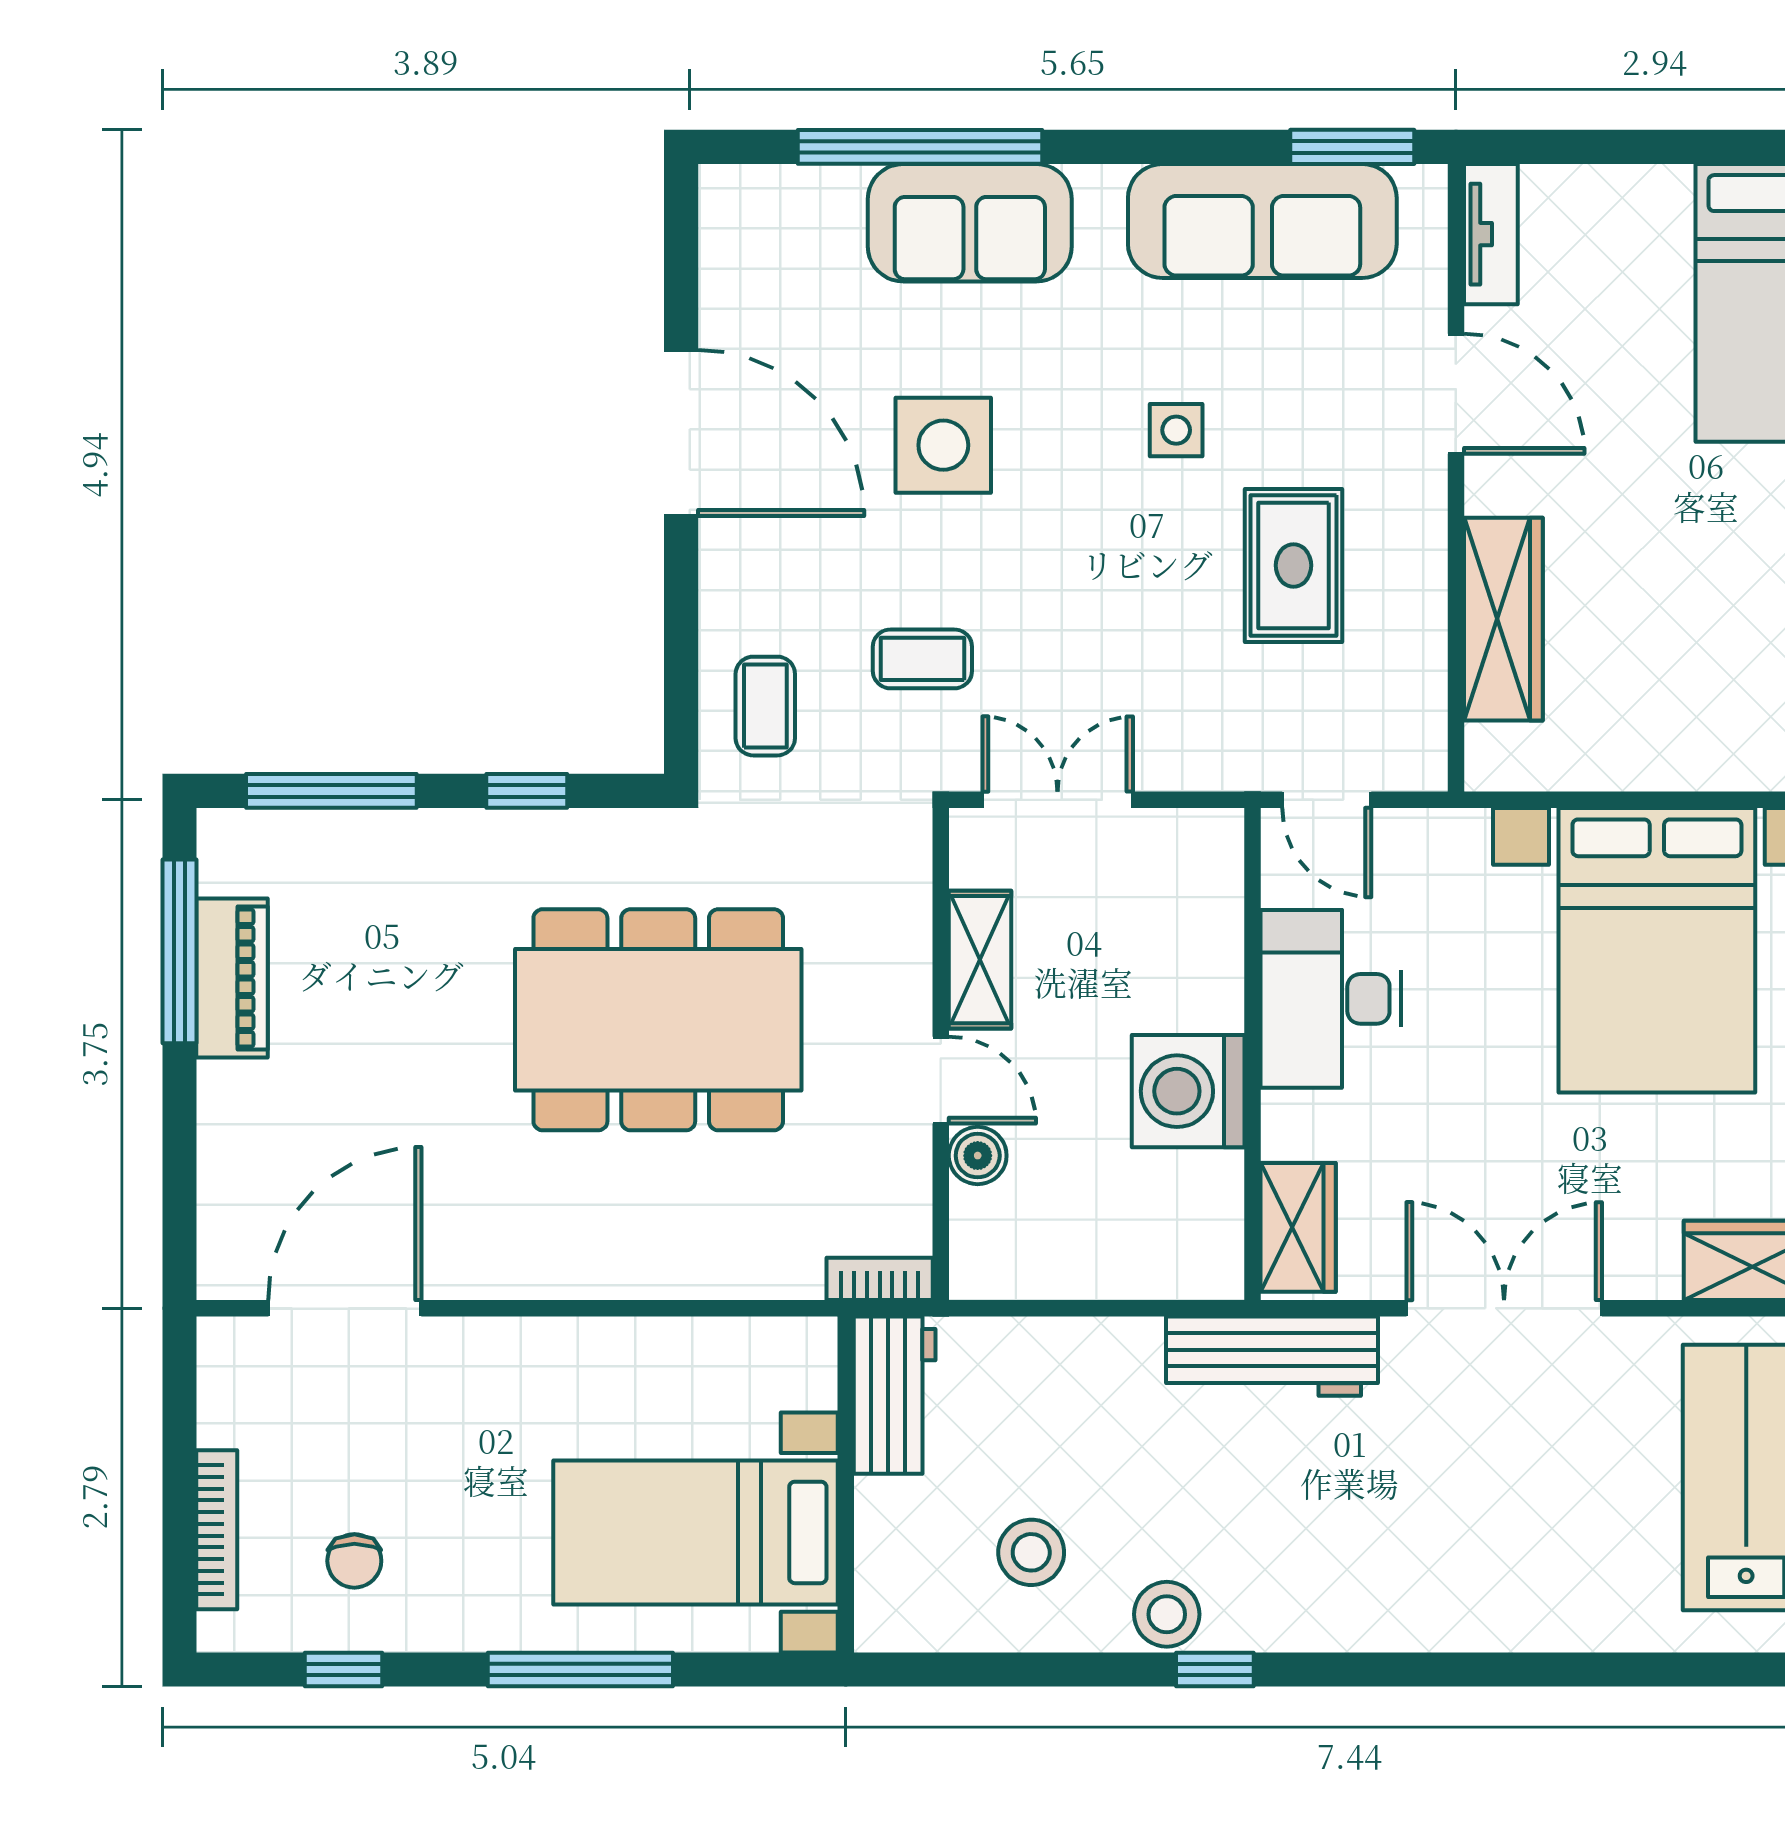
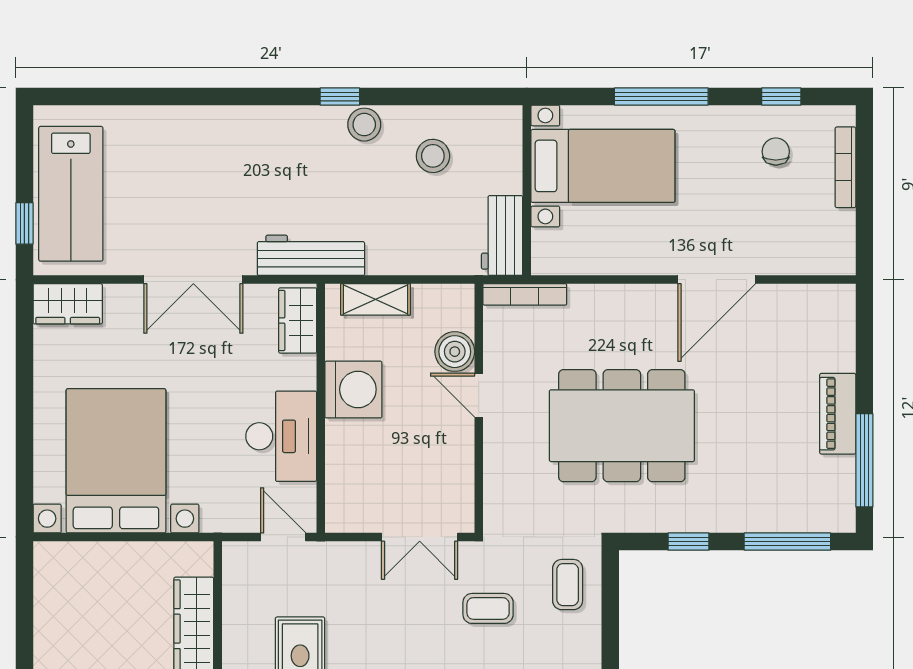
shelving: (980, 960) -> (376, 299), moved, turned 90
piano: (232, 978) -> (838, 414), moved
boiler: (978, 1156) -> (455, 352), width x1.36, depth x1.36
bookcase: (880, 1279) -> (525, 294), width x1.56
door: (345, 1308) -> (717, 280), moved

